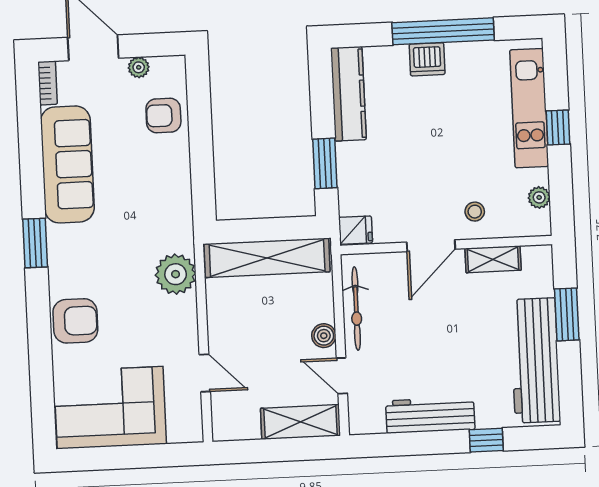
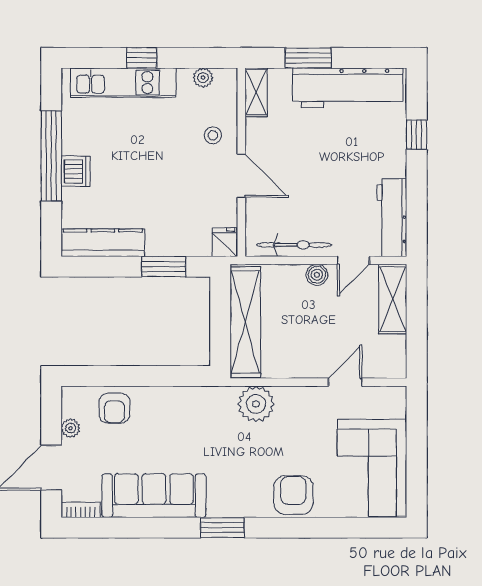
shelving: (493, 259) -> (256, 92), moved
workbench: (430, 415) -> (392, 218), moved

